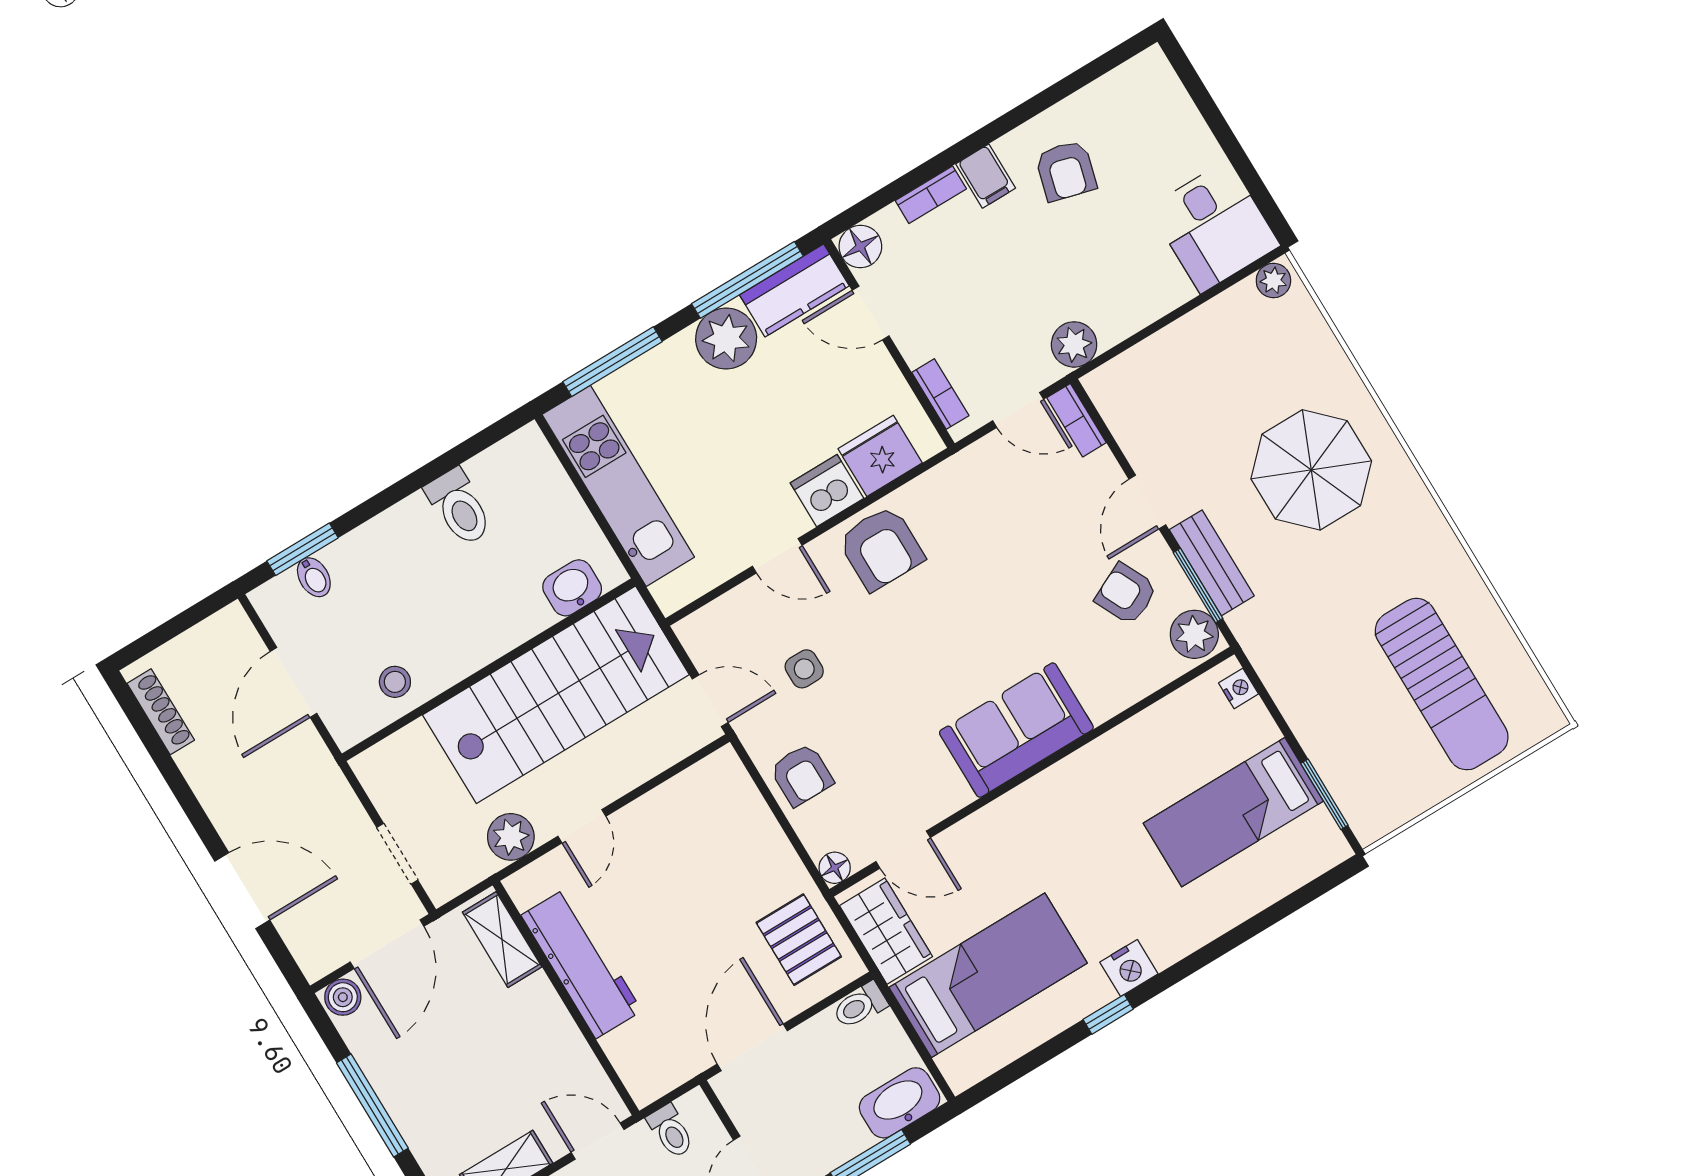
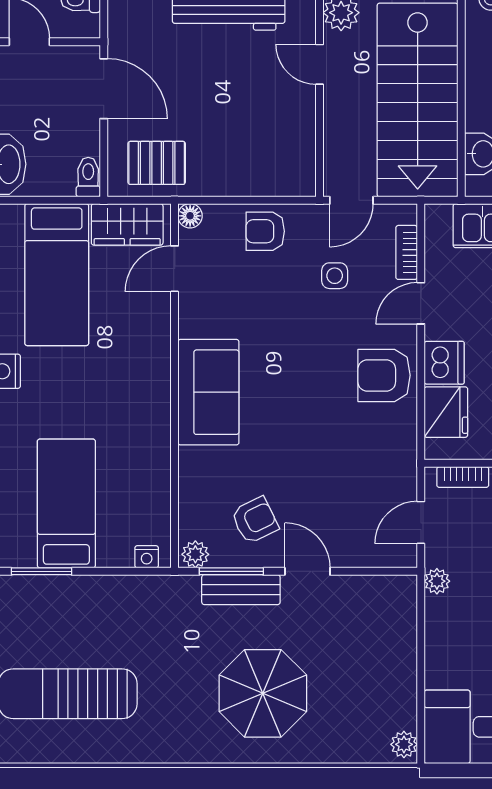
plant: (1074, 344) -> (437, 581), width x0.73, depth x0.73
bookcase: (1077, 420) -> (407, 252), moved, turned -90
plant: (1194, 634) -> (195, 554), width x0.73, depth x0.73

